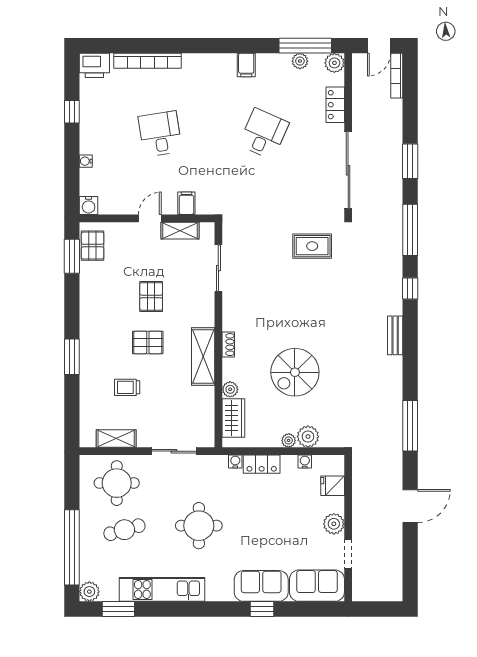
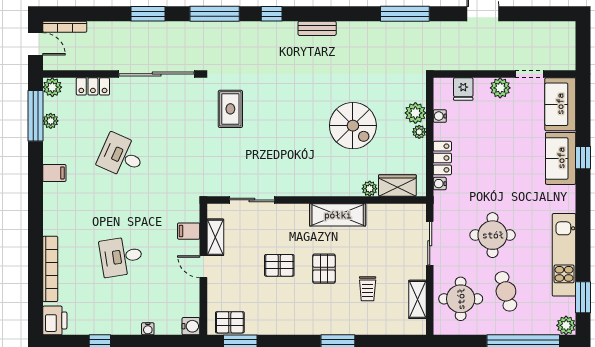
shoe rack: (228, 345) -> (326, 190), removed
round table: (199, 526) -> (493, 235), moved

